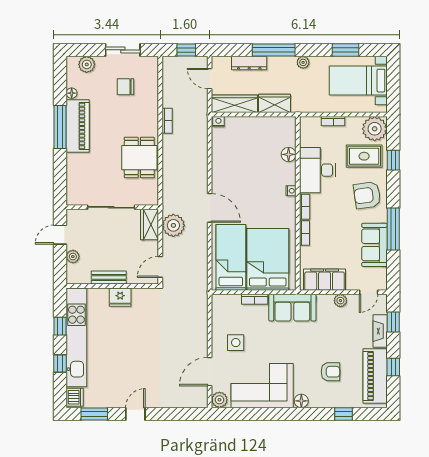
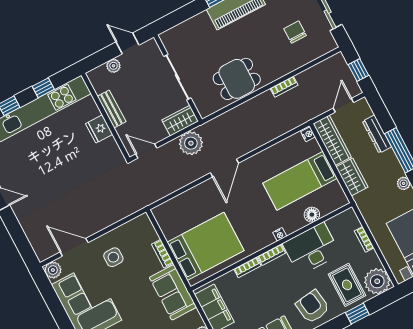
bed: (231, 257) -> (300, 181), moved, turned 180

